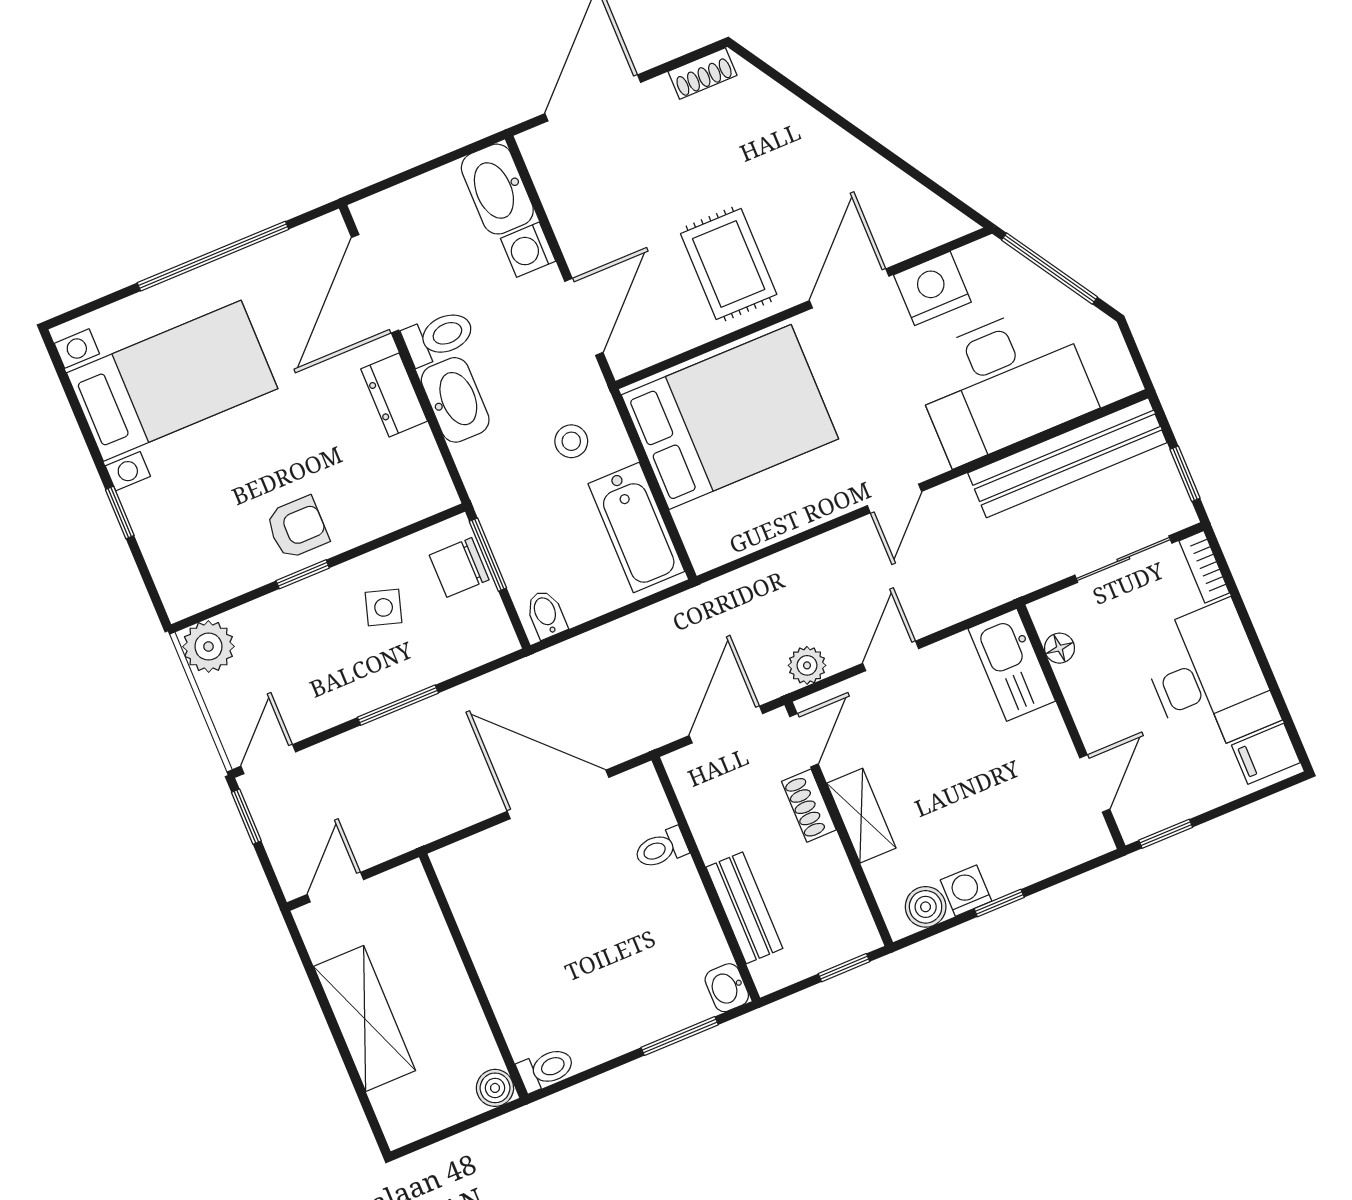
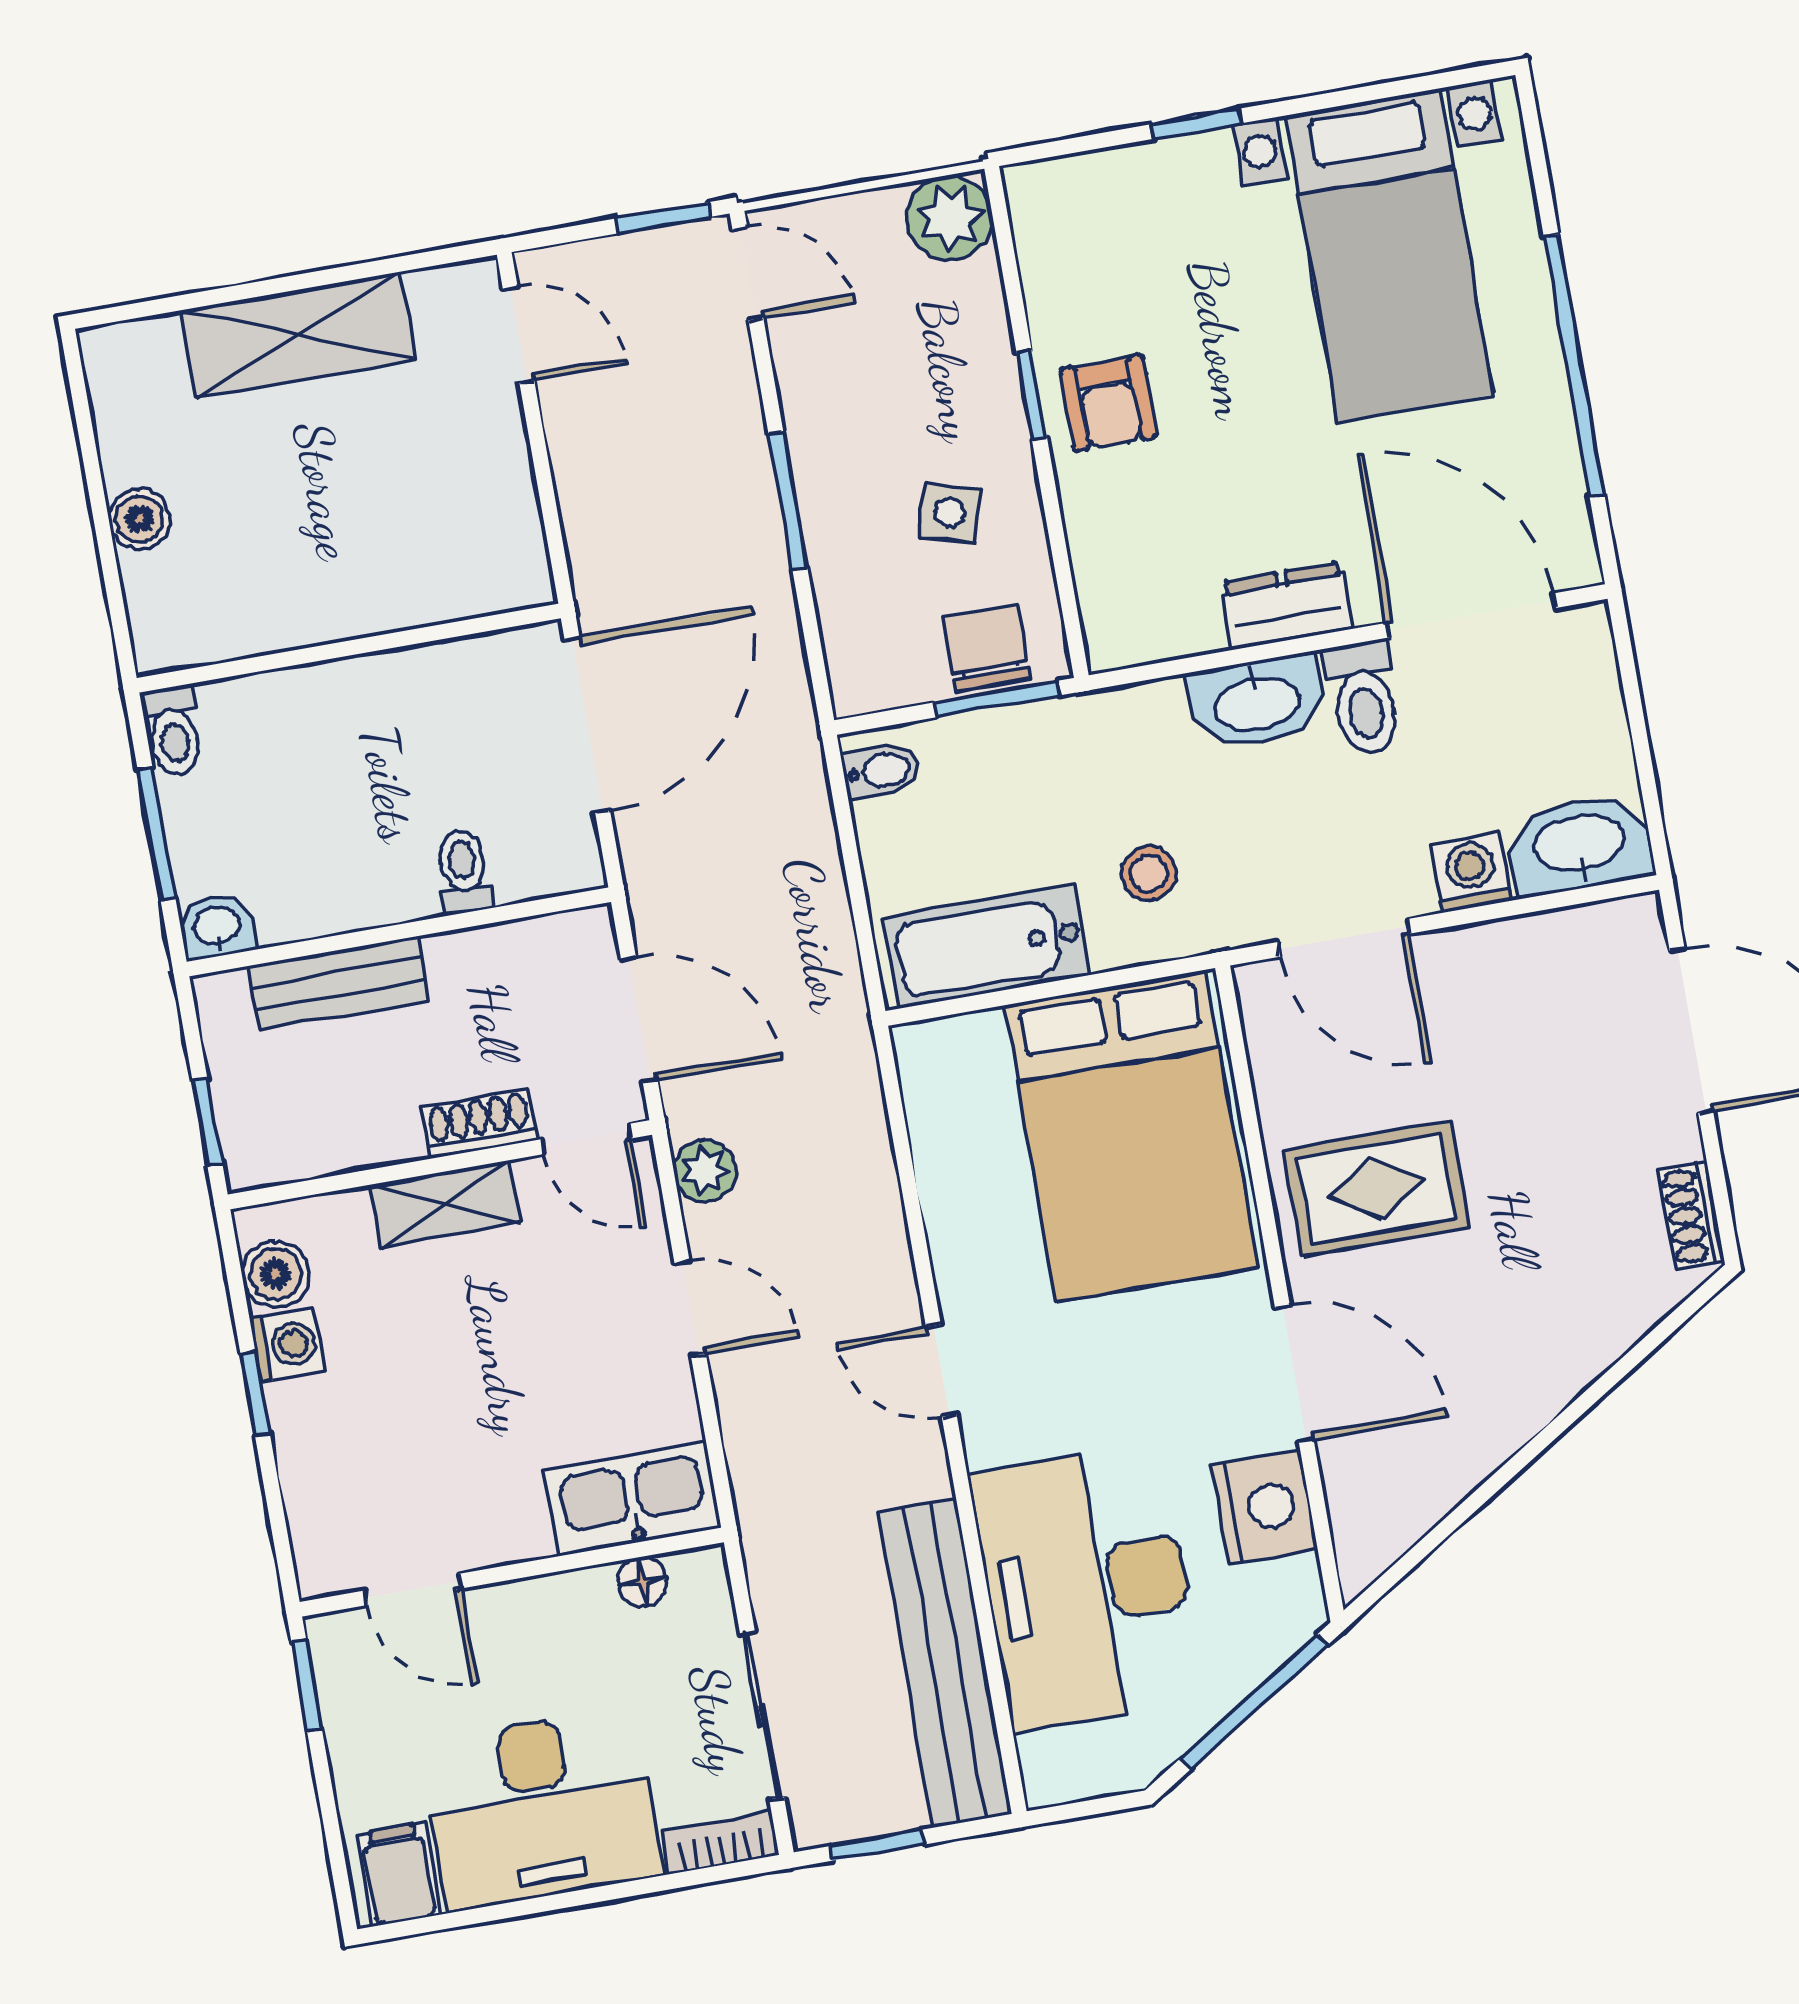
wall: (473, 976) -> (349, 648), moved
toilet: (546, 1069) -> (173, 731), moved

